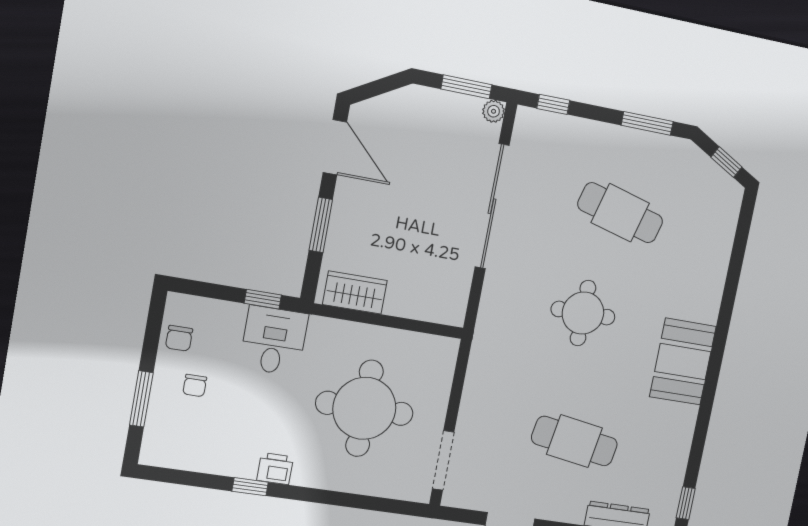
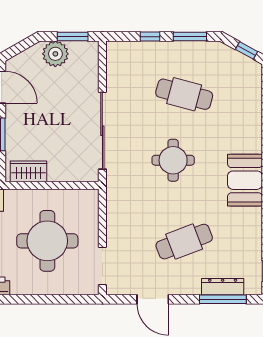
window: (553, 104) -> (150, 37), moved
plant: (494, 111) -> (55, 54), moved, width x1.87, depth x1.87
sliding door: (492, 206) -> (102, 131), moved
cafe table: (574, 441) -> (184, 242), turned -30

